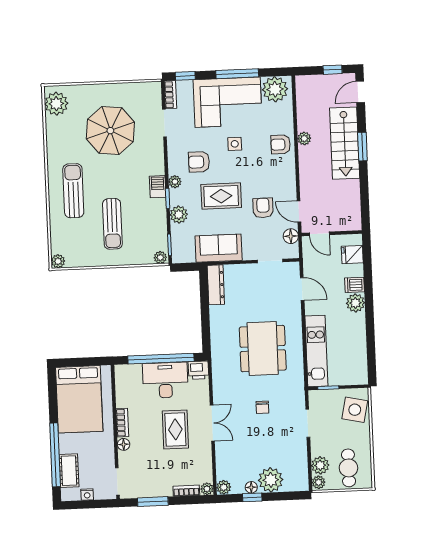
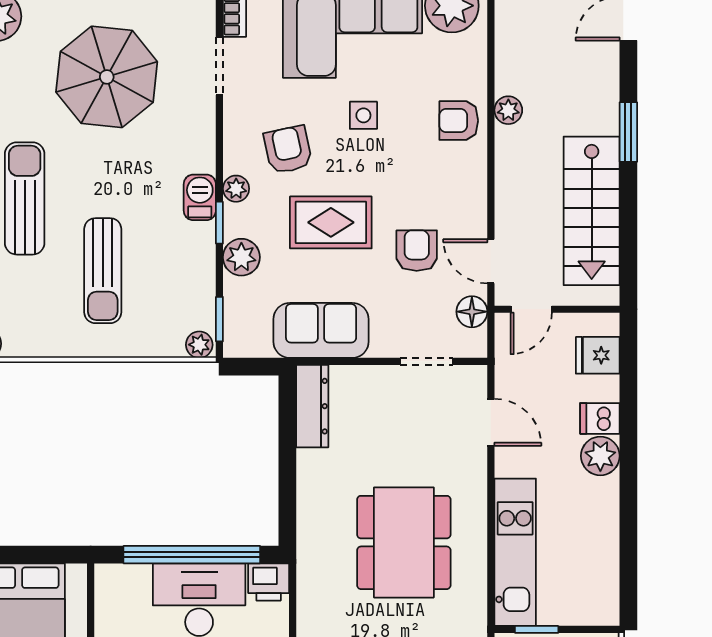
stairs: (345, 143) -> (592, 211), moved
armchair: (199, 162) -> (288, 150), turned 78
door: (319, 234) -> (531, 309), hinge flipped

